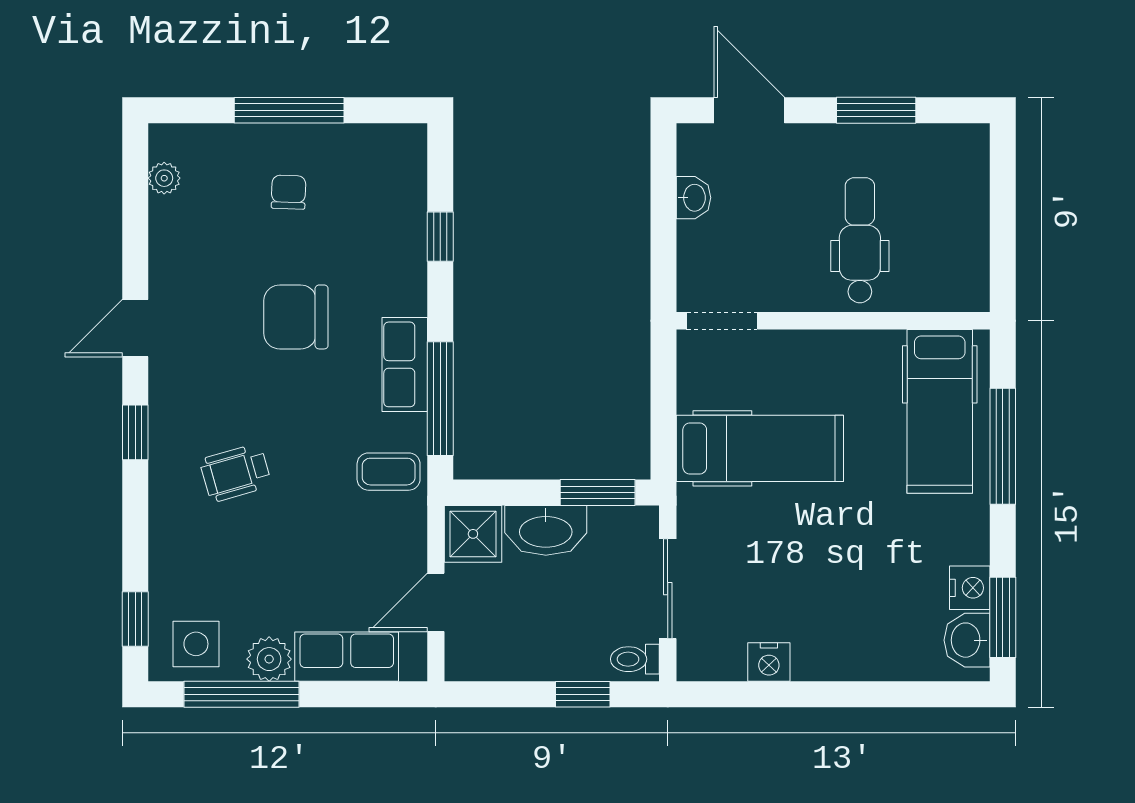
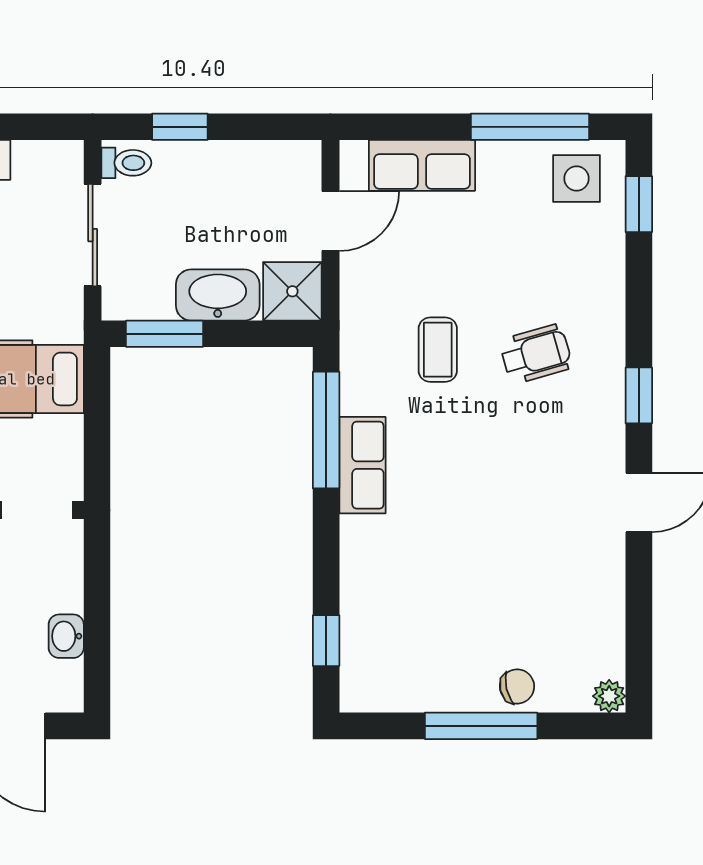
plant: (164, 178) -> (609, 696), moved
chair: (289, 192) -> (517, 686), moved, turned -105
window: (440, 237) -> (326, 641), moved
chair: (296, 317) -> (474, 514), removed
coffee table: (389, 472) -> (438, 350), moved, turned 90
plant: (269, 659) -> (502, 163), removed

